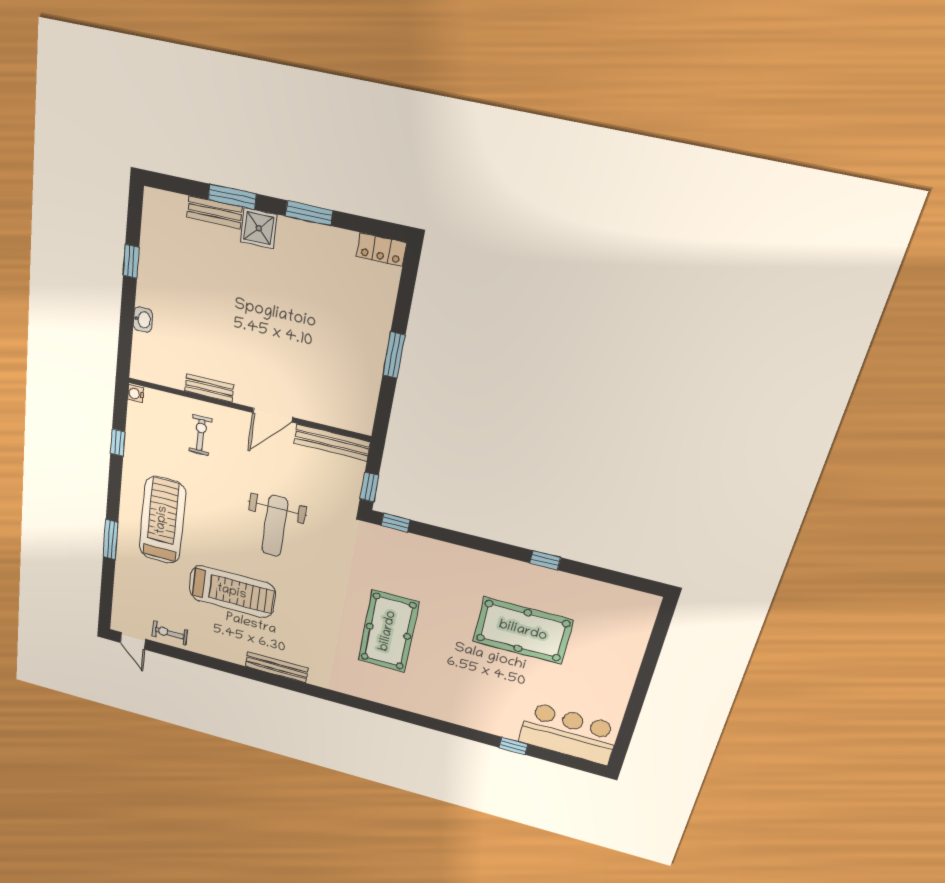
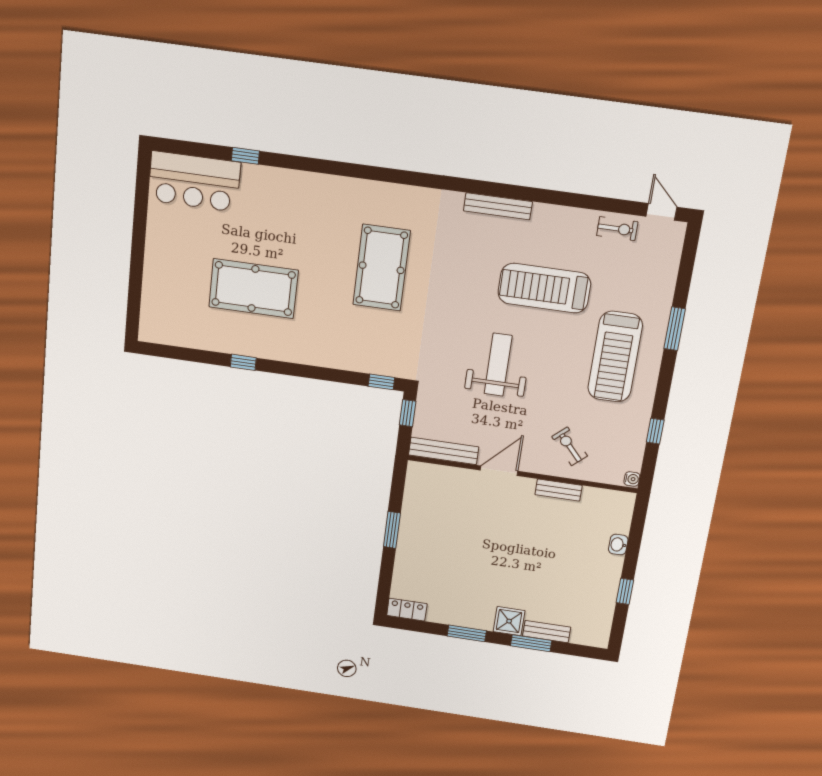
exercise bike: (200, 435) -> (570, 446), turned 138

